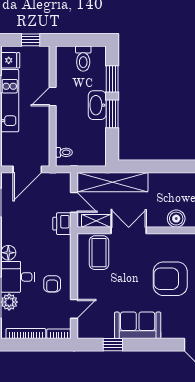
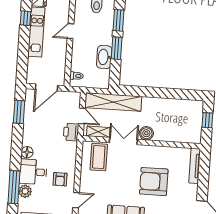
washbasin: (97, 105) -> (104, 57), moved
boiler: (176, 219) -> (146, 133), moved

